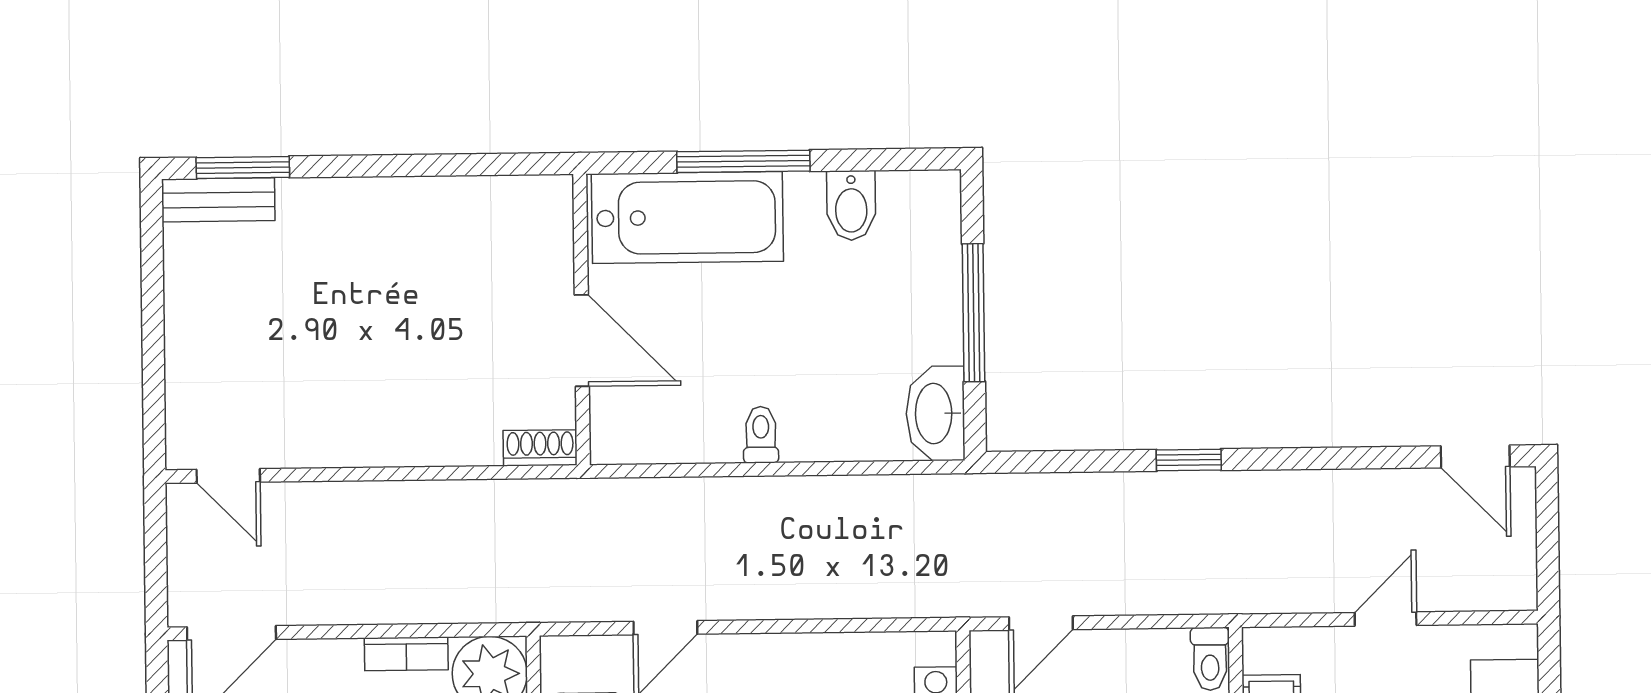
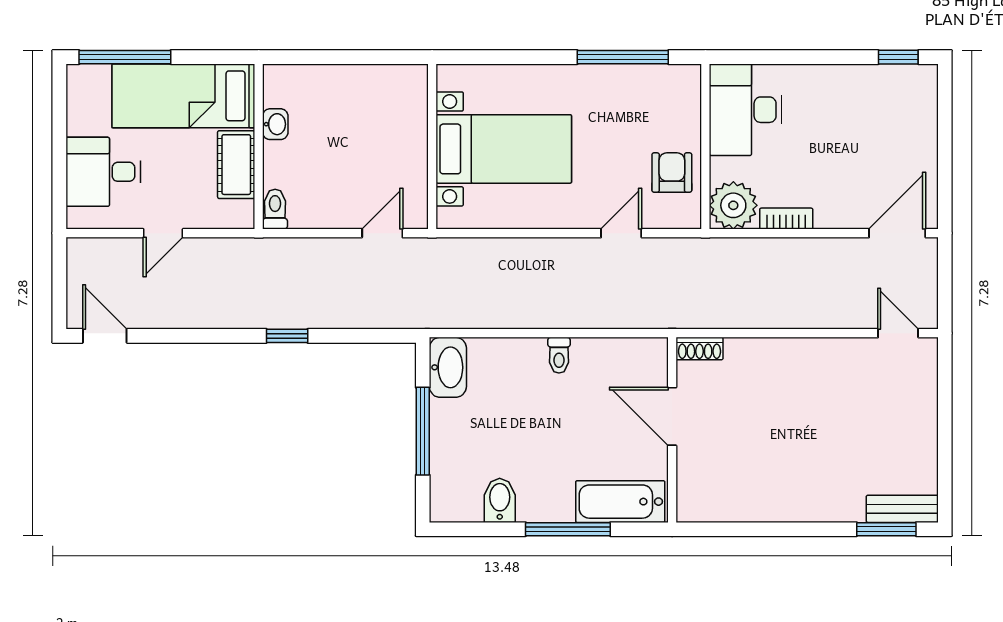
bathtub: (687, 217) -> (620, 502), width x0.73, depth x0.73

